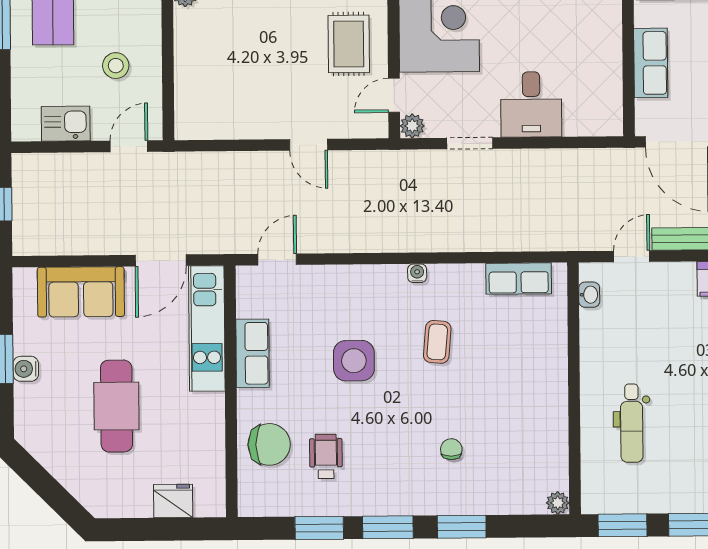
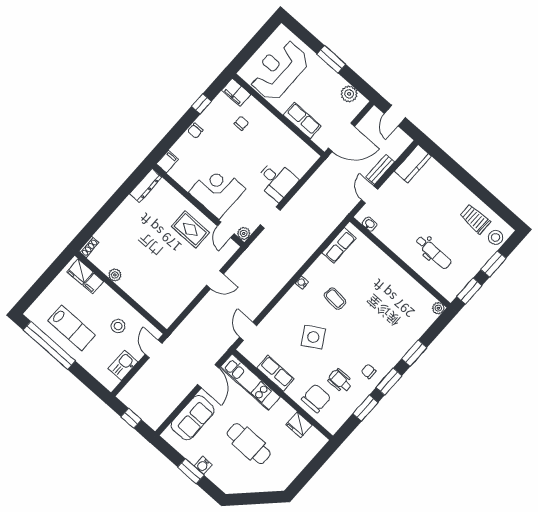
side table: (354, 361) -> (313, 337), turned -32
chair: (451, 449) -> (369, 371), moved
fridge: (173, 501) -> (299, 425), moved, turned -90

